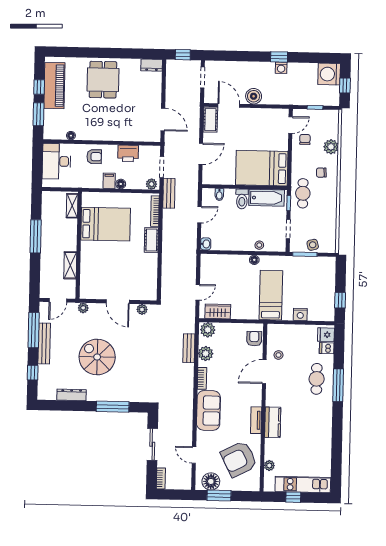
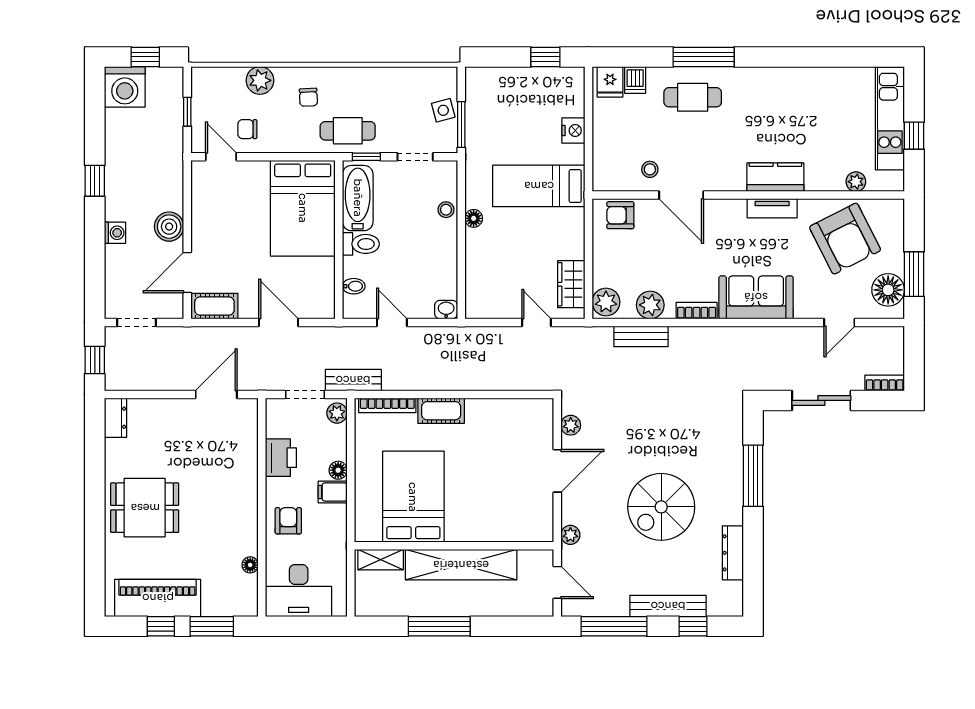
washing machine: (281, 68) -> (115, 233), moved
shelving: (70, 265) -> (461, 565), width x2.20, depth x1.33
bench: (44, 343) -> (668, 606), moved

